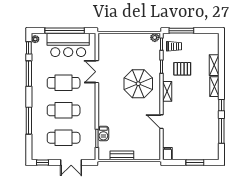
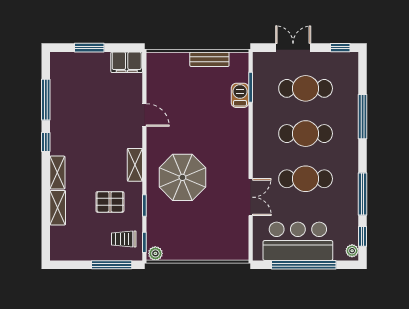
filing cabinet: (167, 154) -> (127, 62), width x2.00

